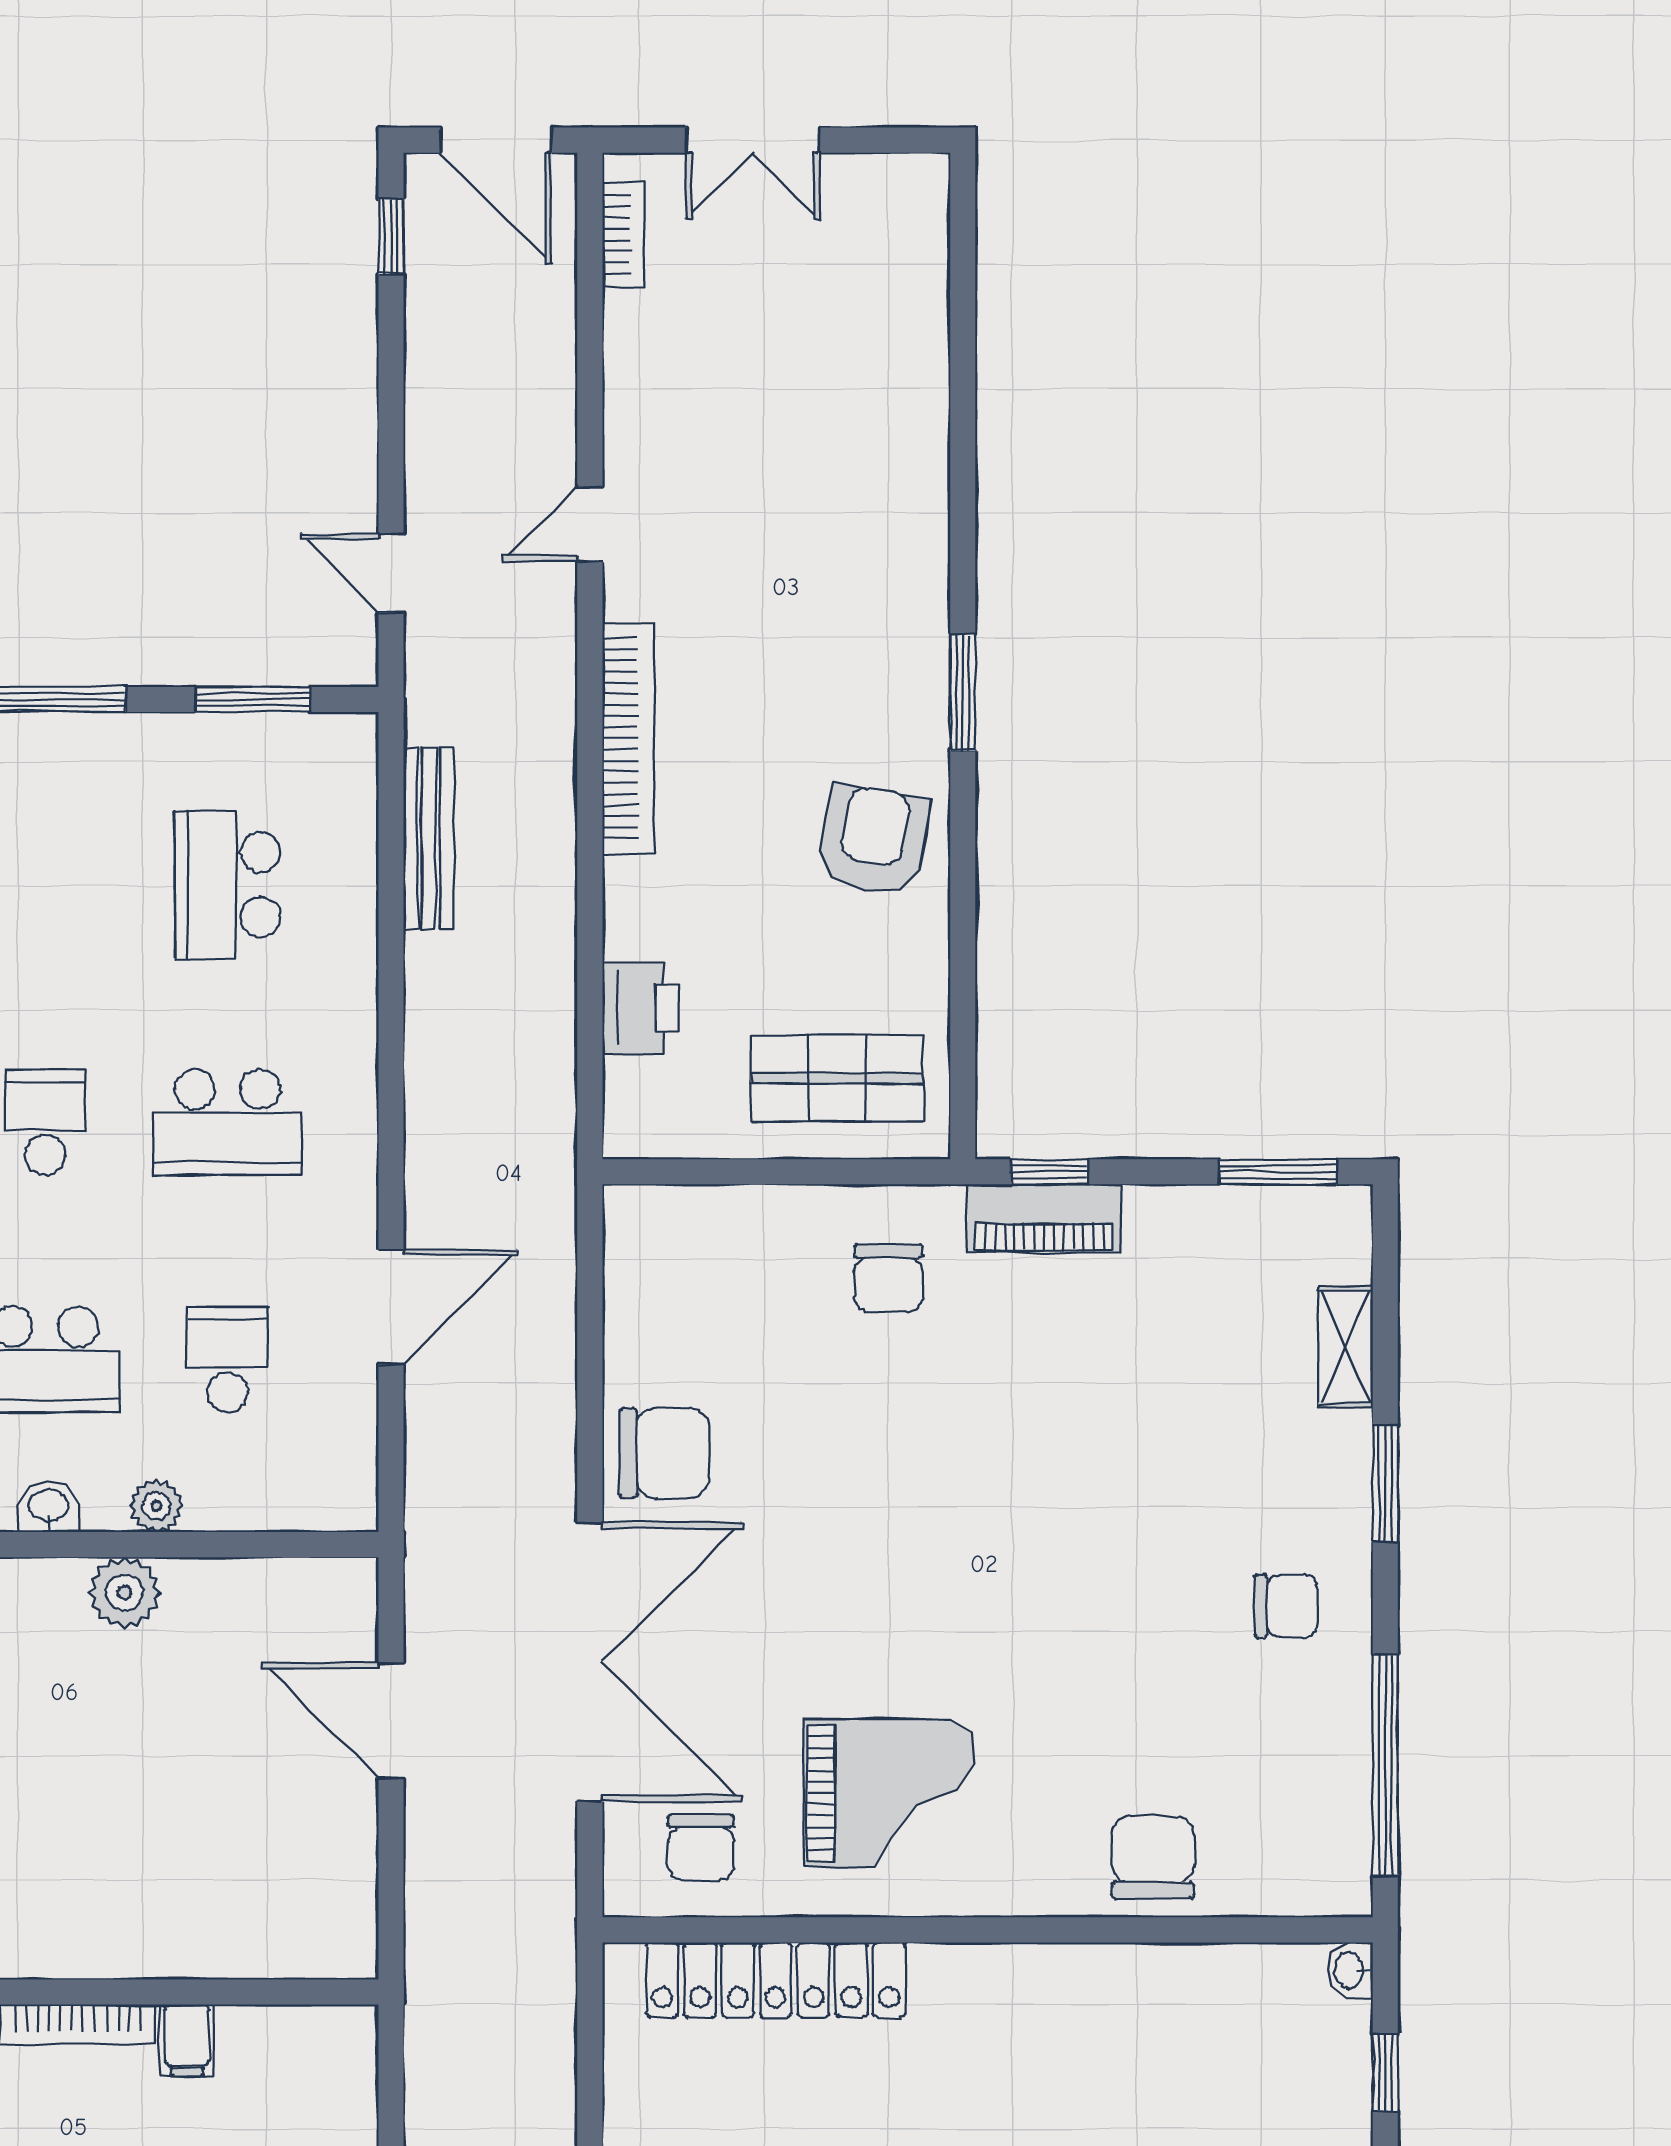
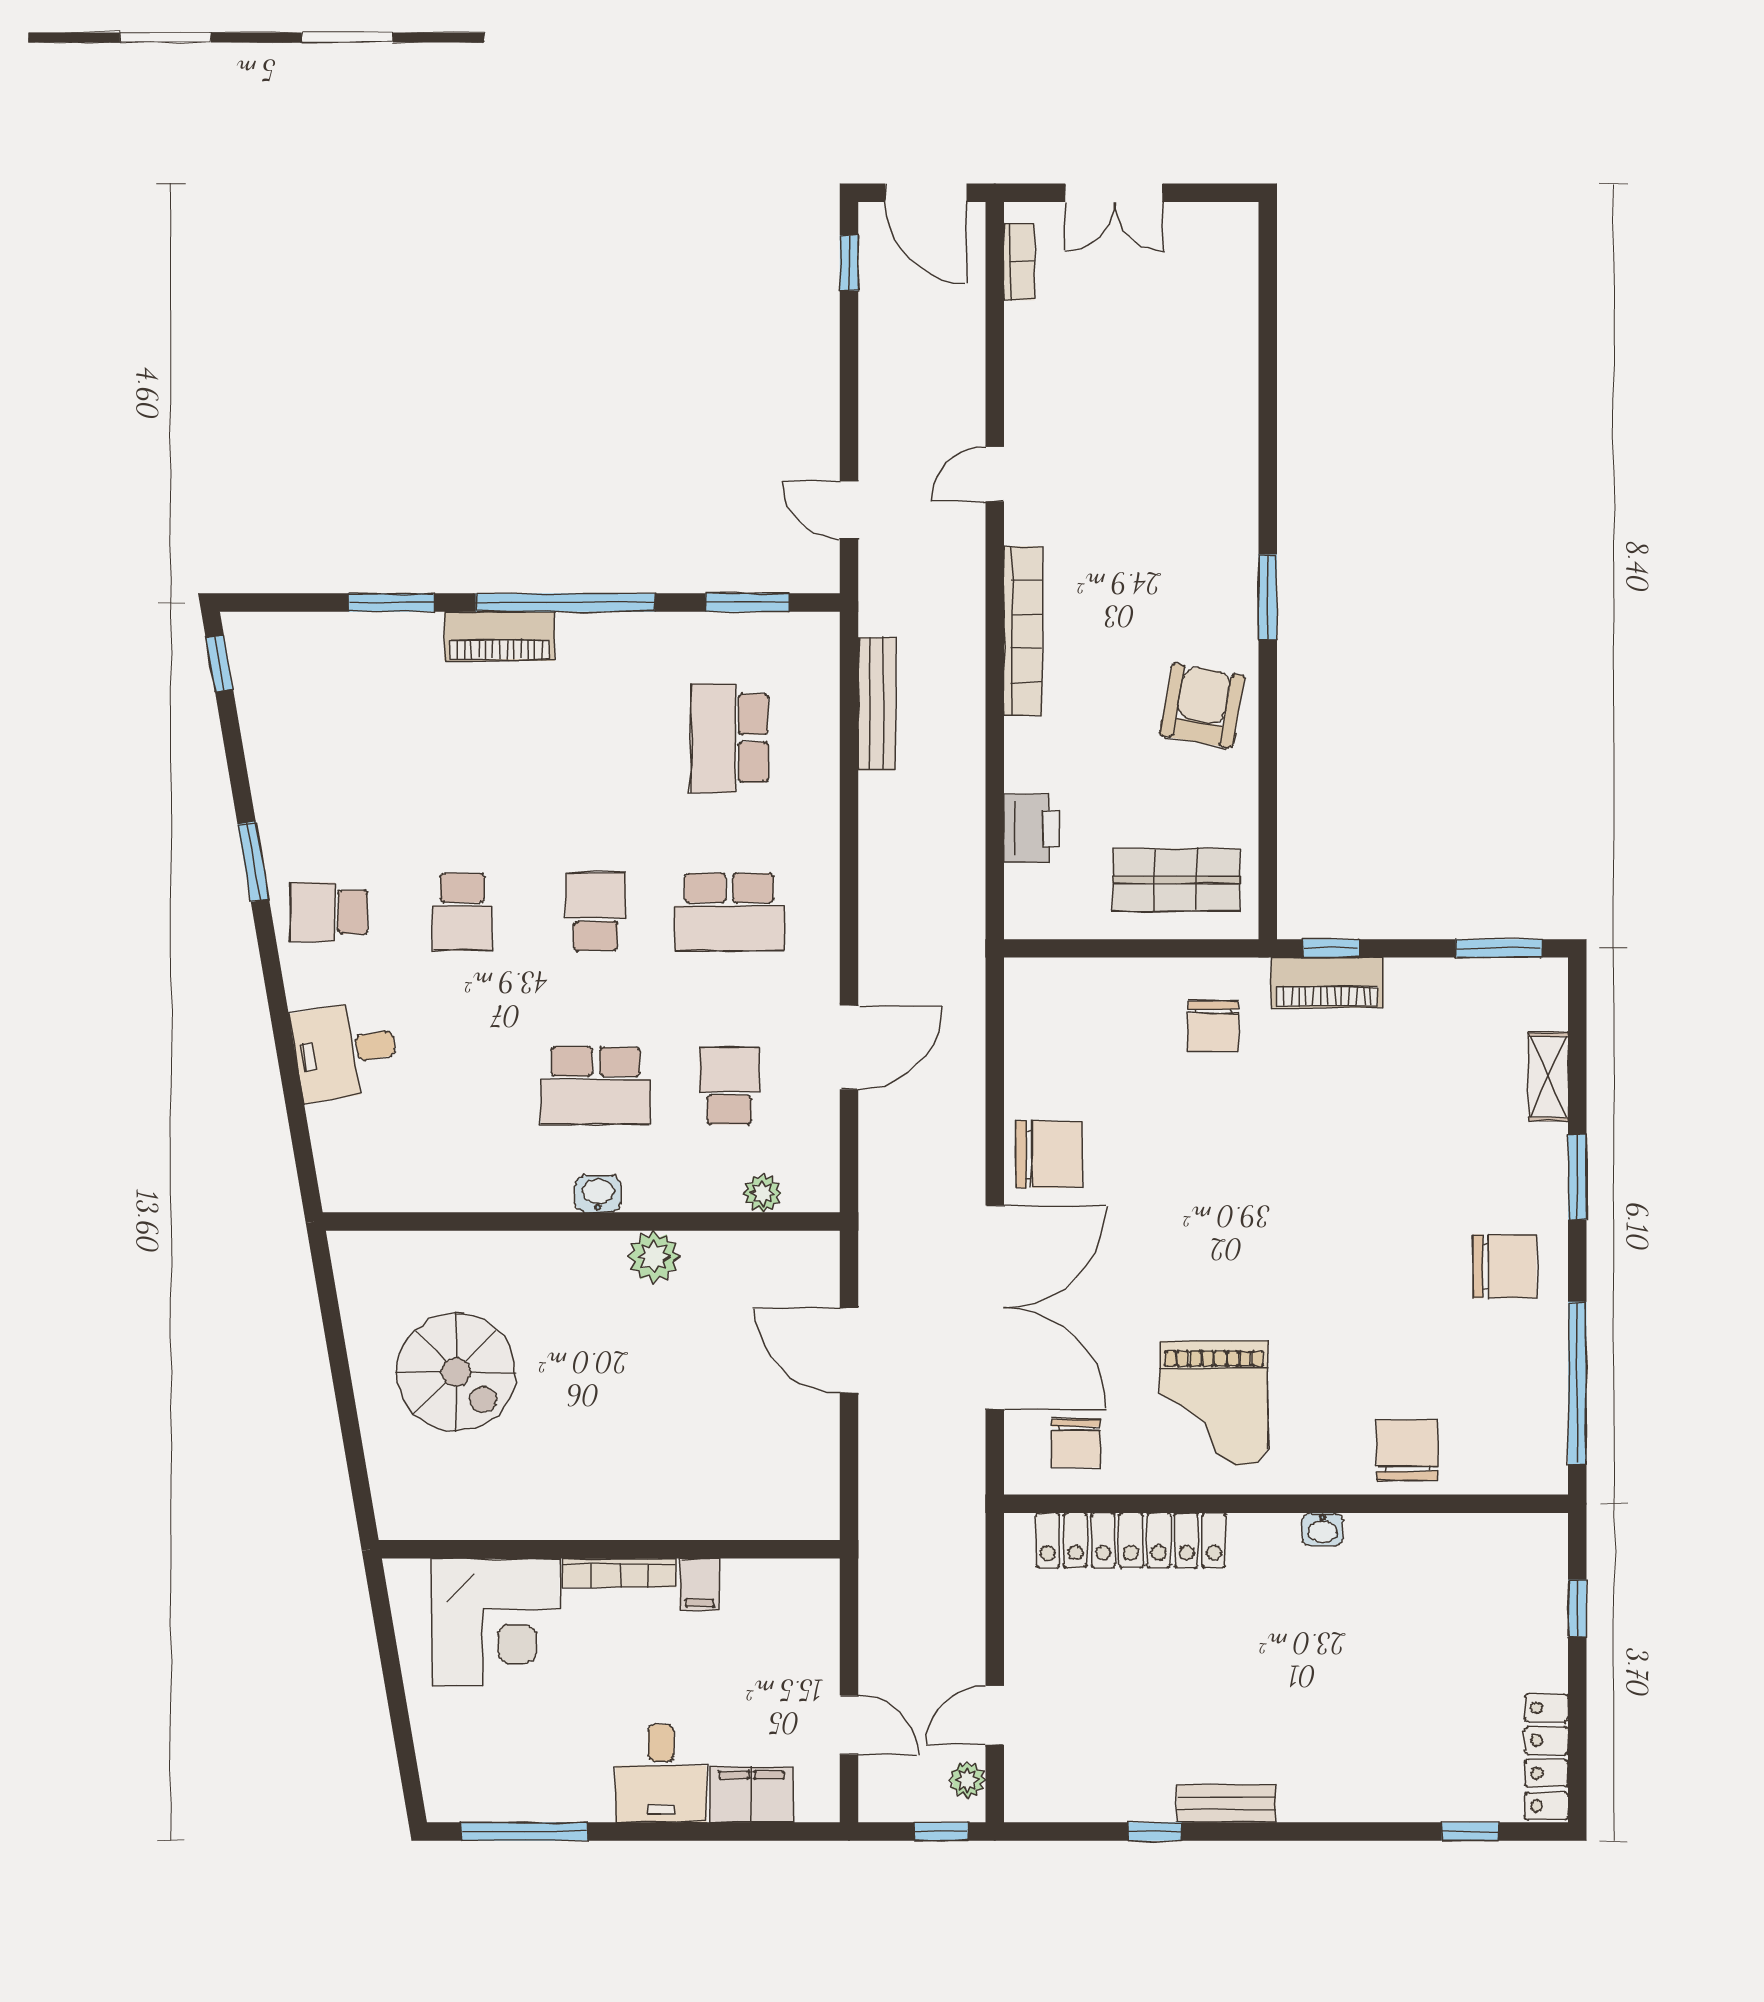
plant: (157, 1506) -> (762, 1193), moved
chair: (1286, 1606) -> (1505, 1266), width x1.37, depth x1.37
grand piano: (889, 1793) -> (1214, 1403), turned 90
washbasin: (1350, 1970) -> (1322, 1529), moved, turned -90

